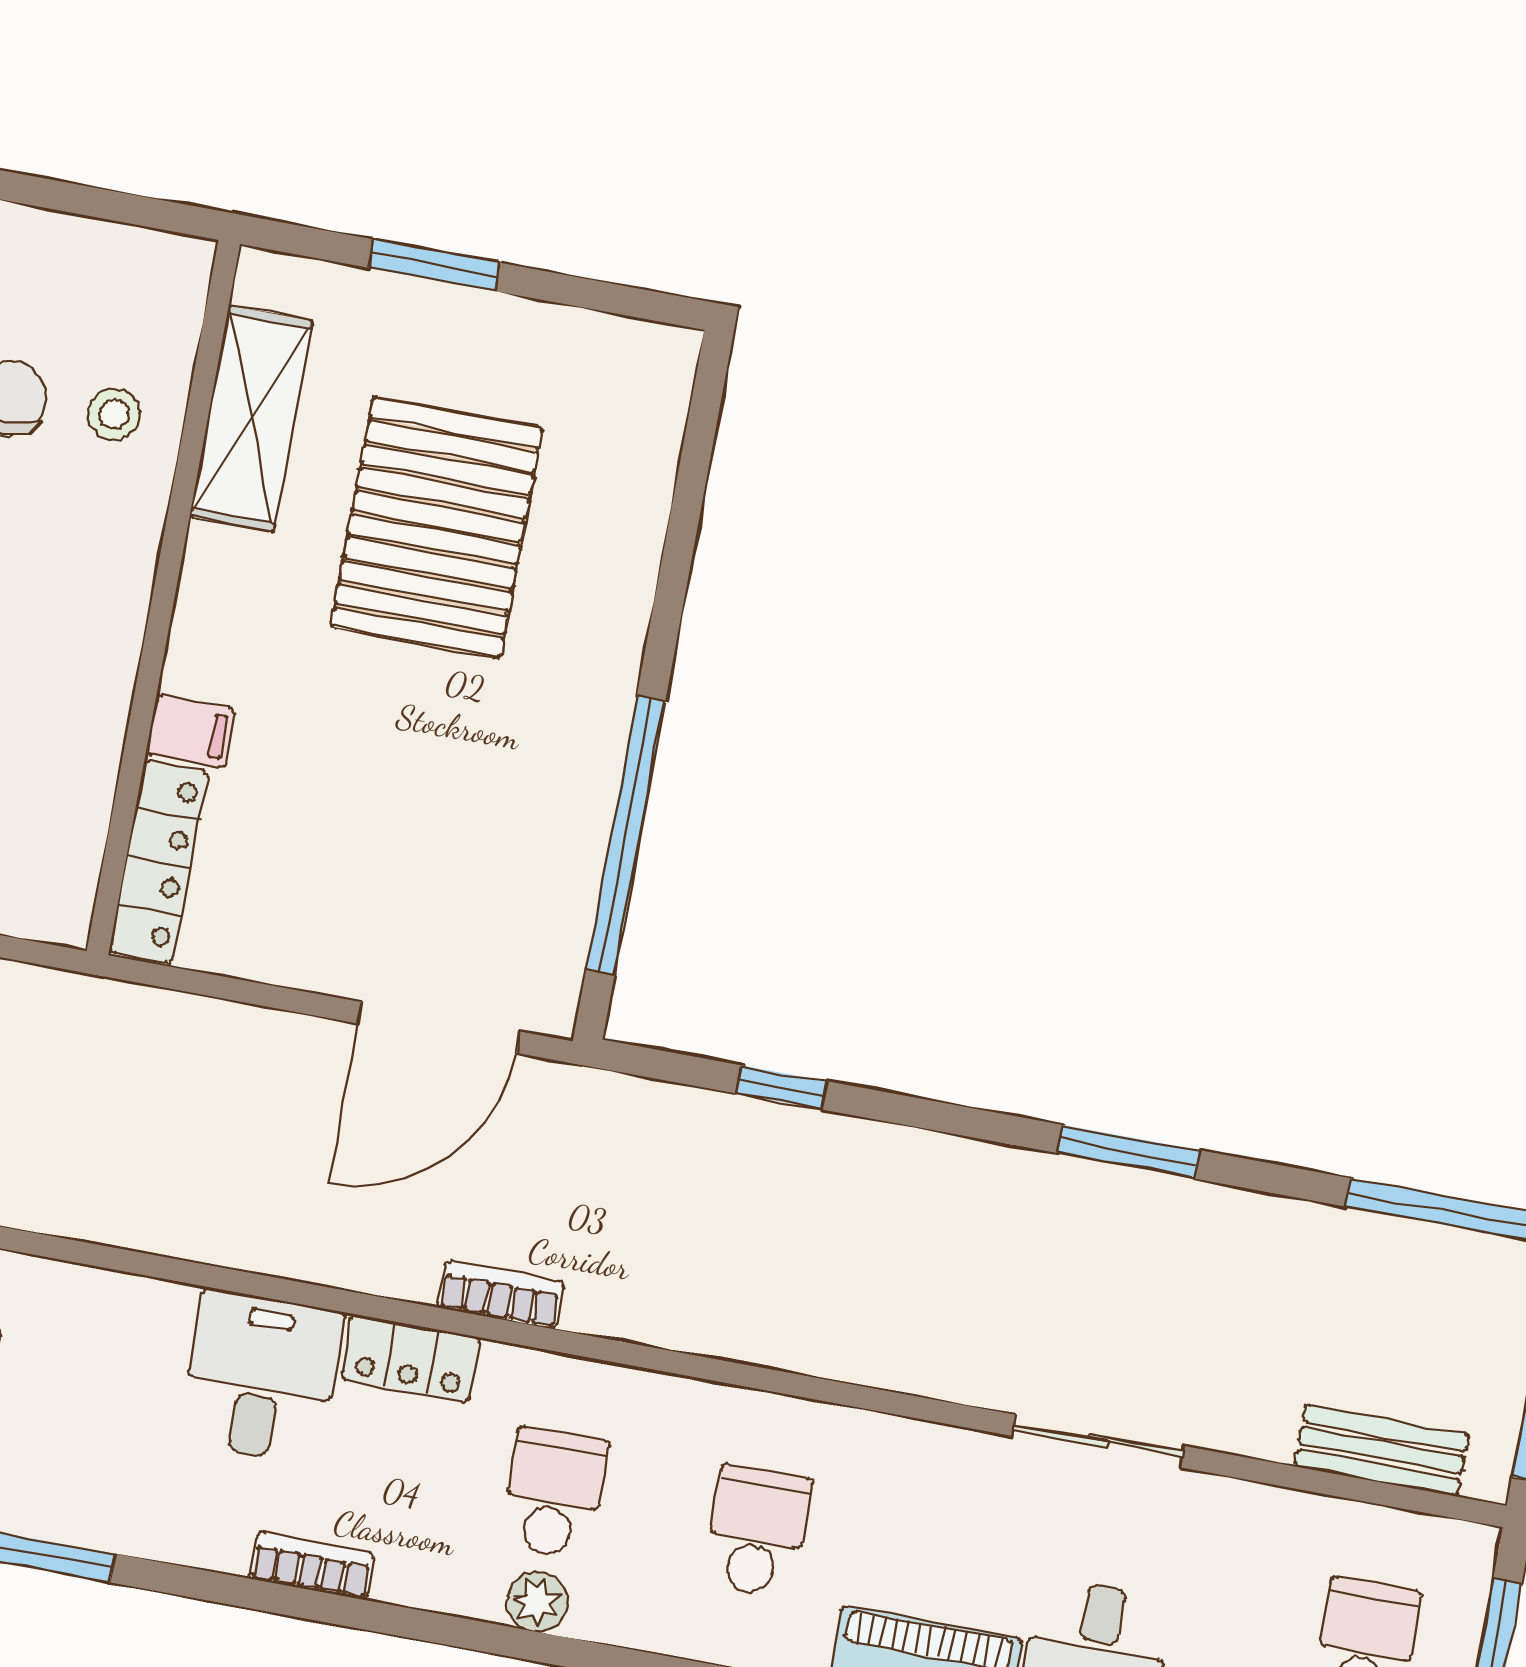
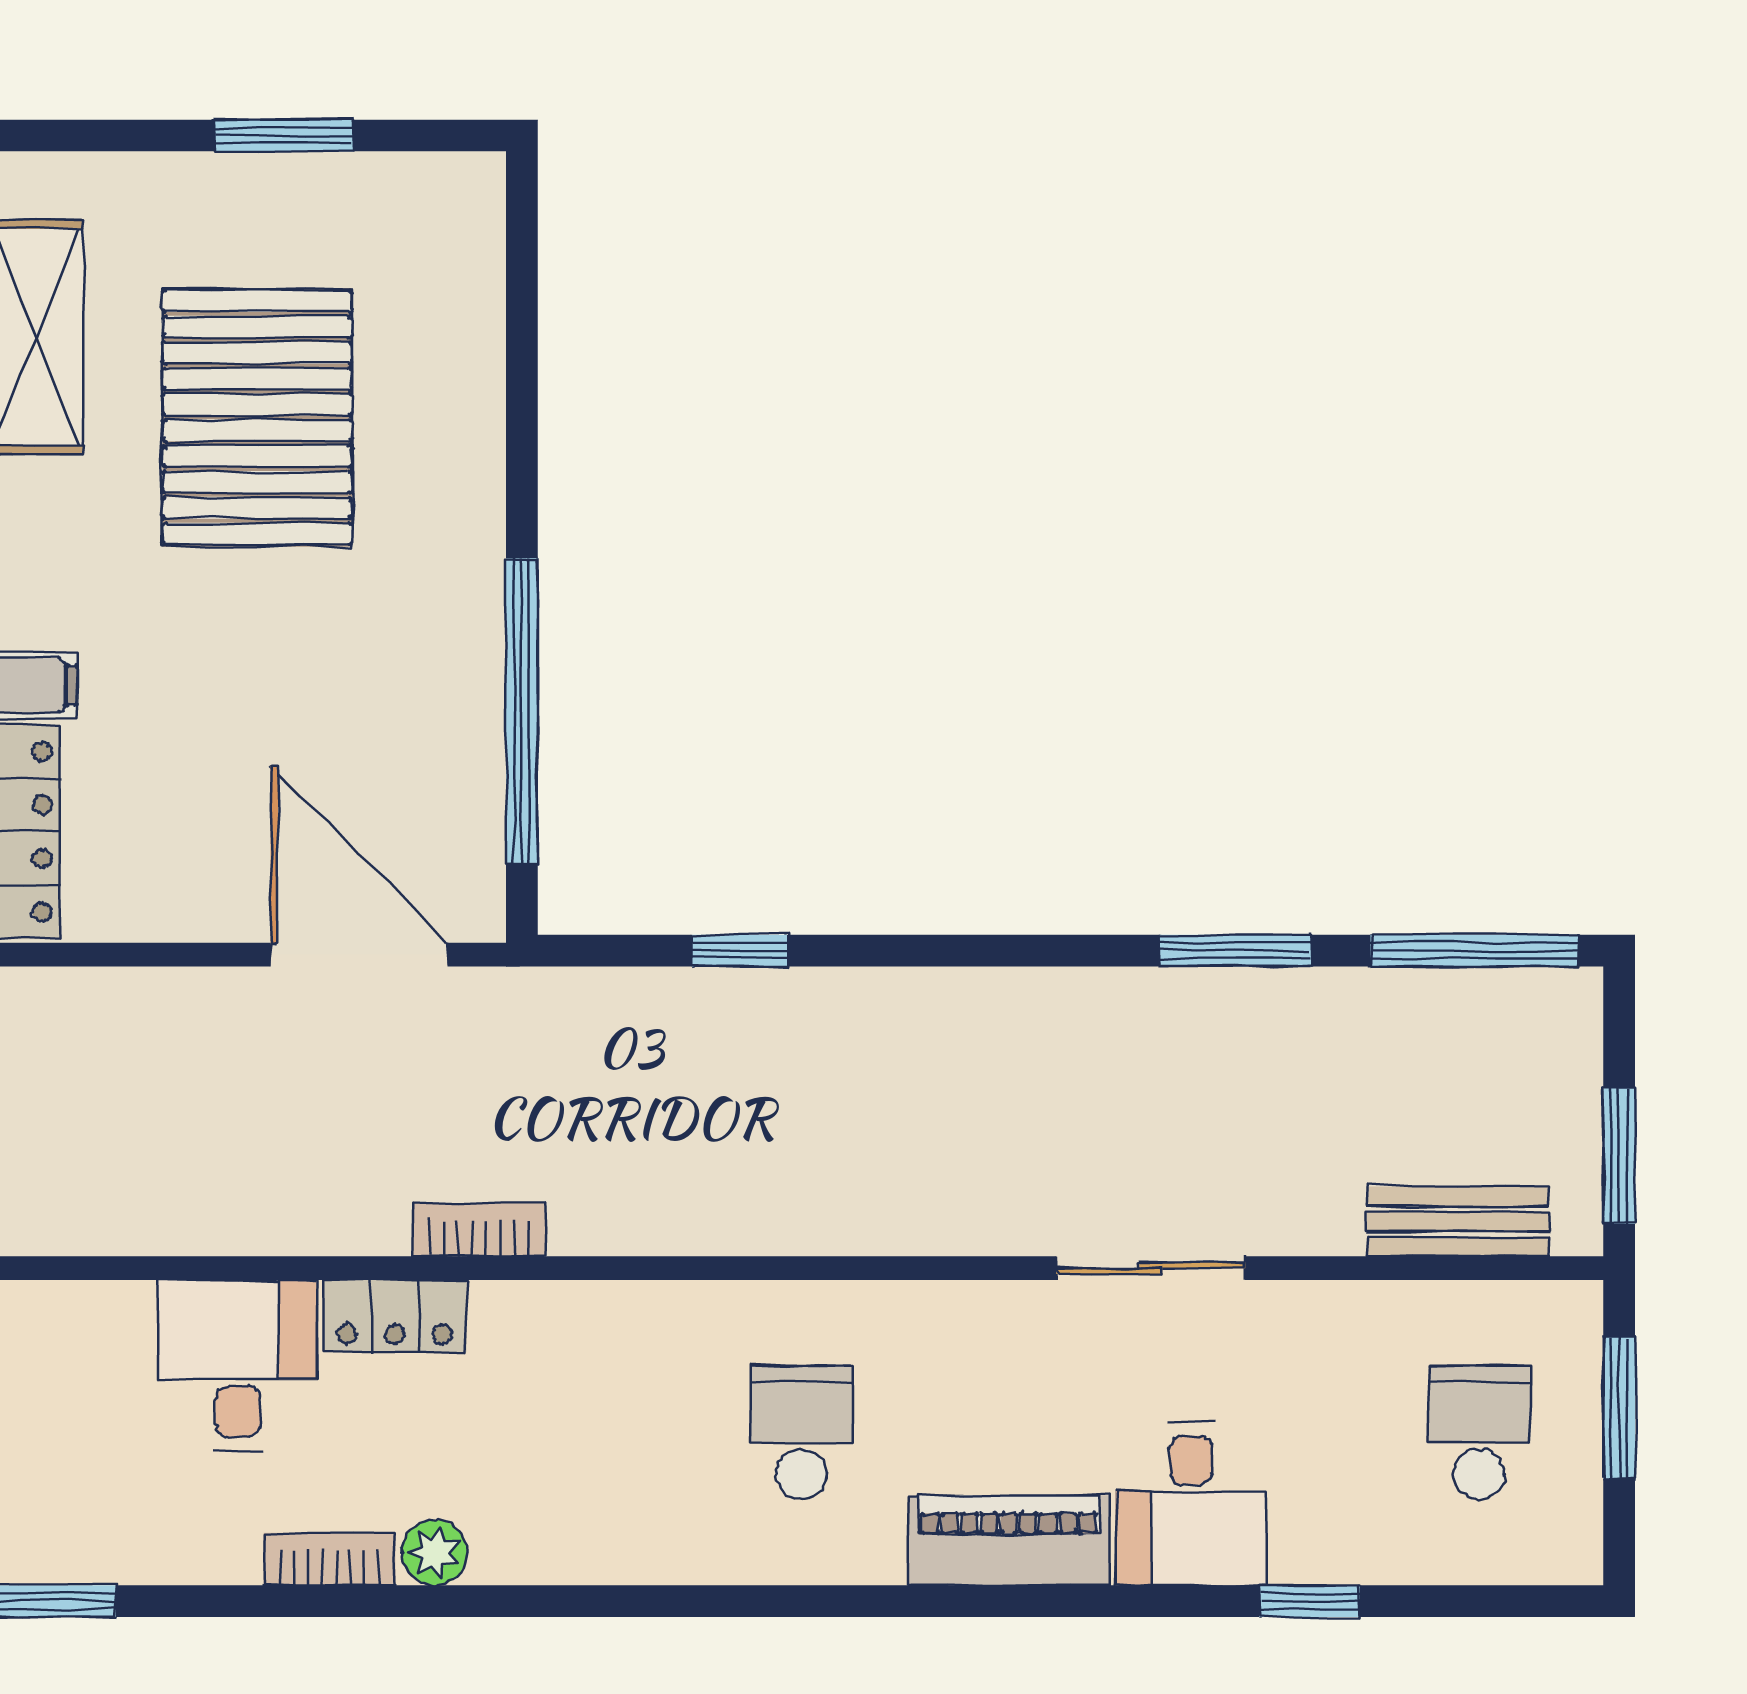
window: (434, 265) -> (284, 135), moved
door: (439, 1027) -> (359, 955), swing flipped
window: (1129, 1152) -> (1235, 951), moved
school desk: (554, 1493) -> (576, 1433), removed
plant: (537, 1602) -> (434, 1553), moved

